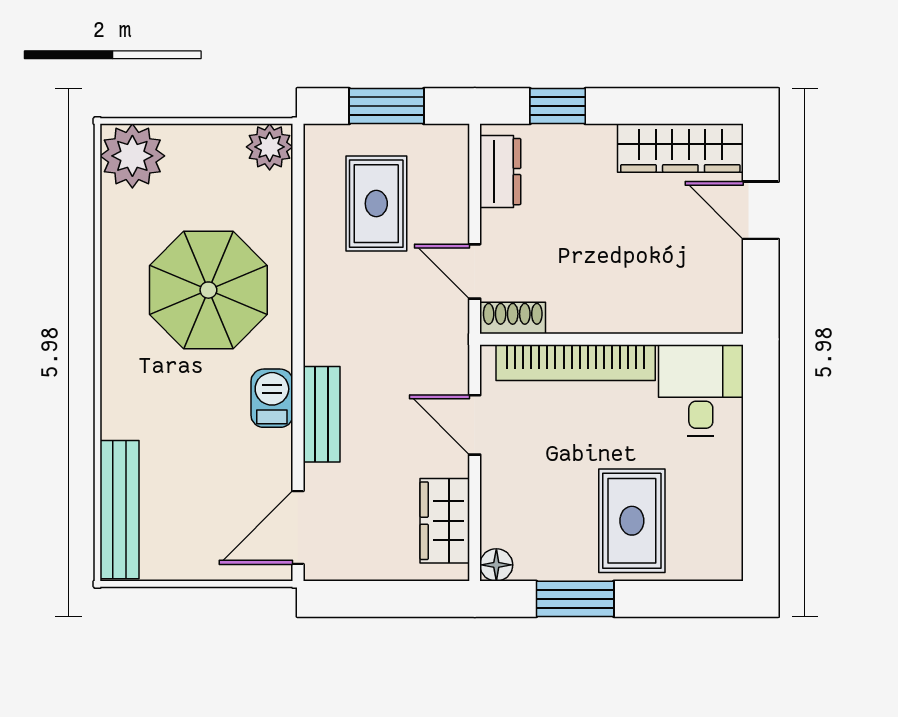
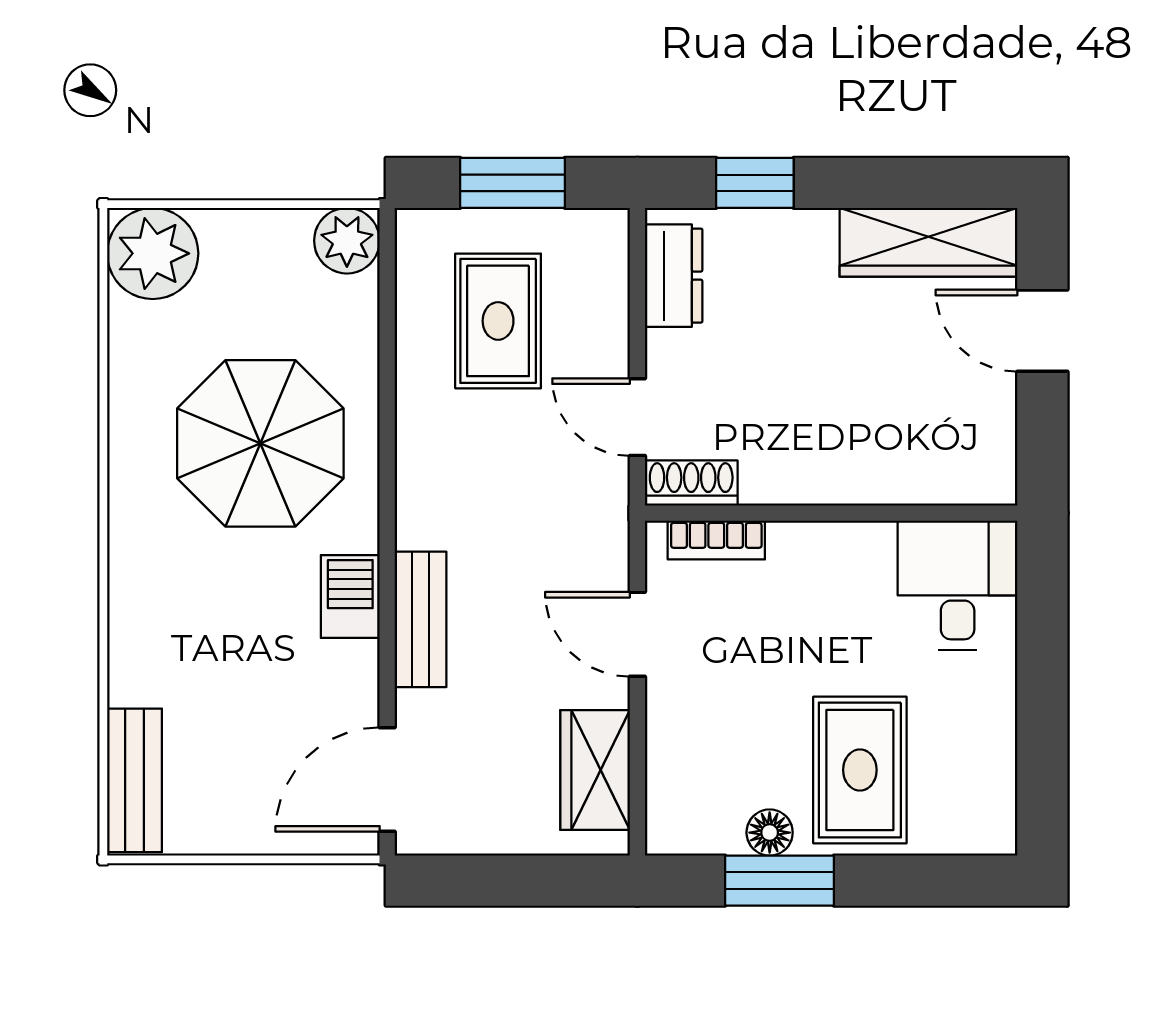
bookcase: (576, 363) -> (716, 540), width x0.43, depth x0.76
bench: (120, 510) -> (135, 780), width x0.73
floor lamp: (496, 565) -> (770, 833), moved

